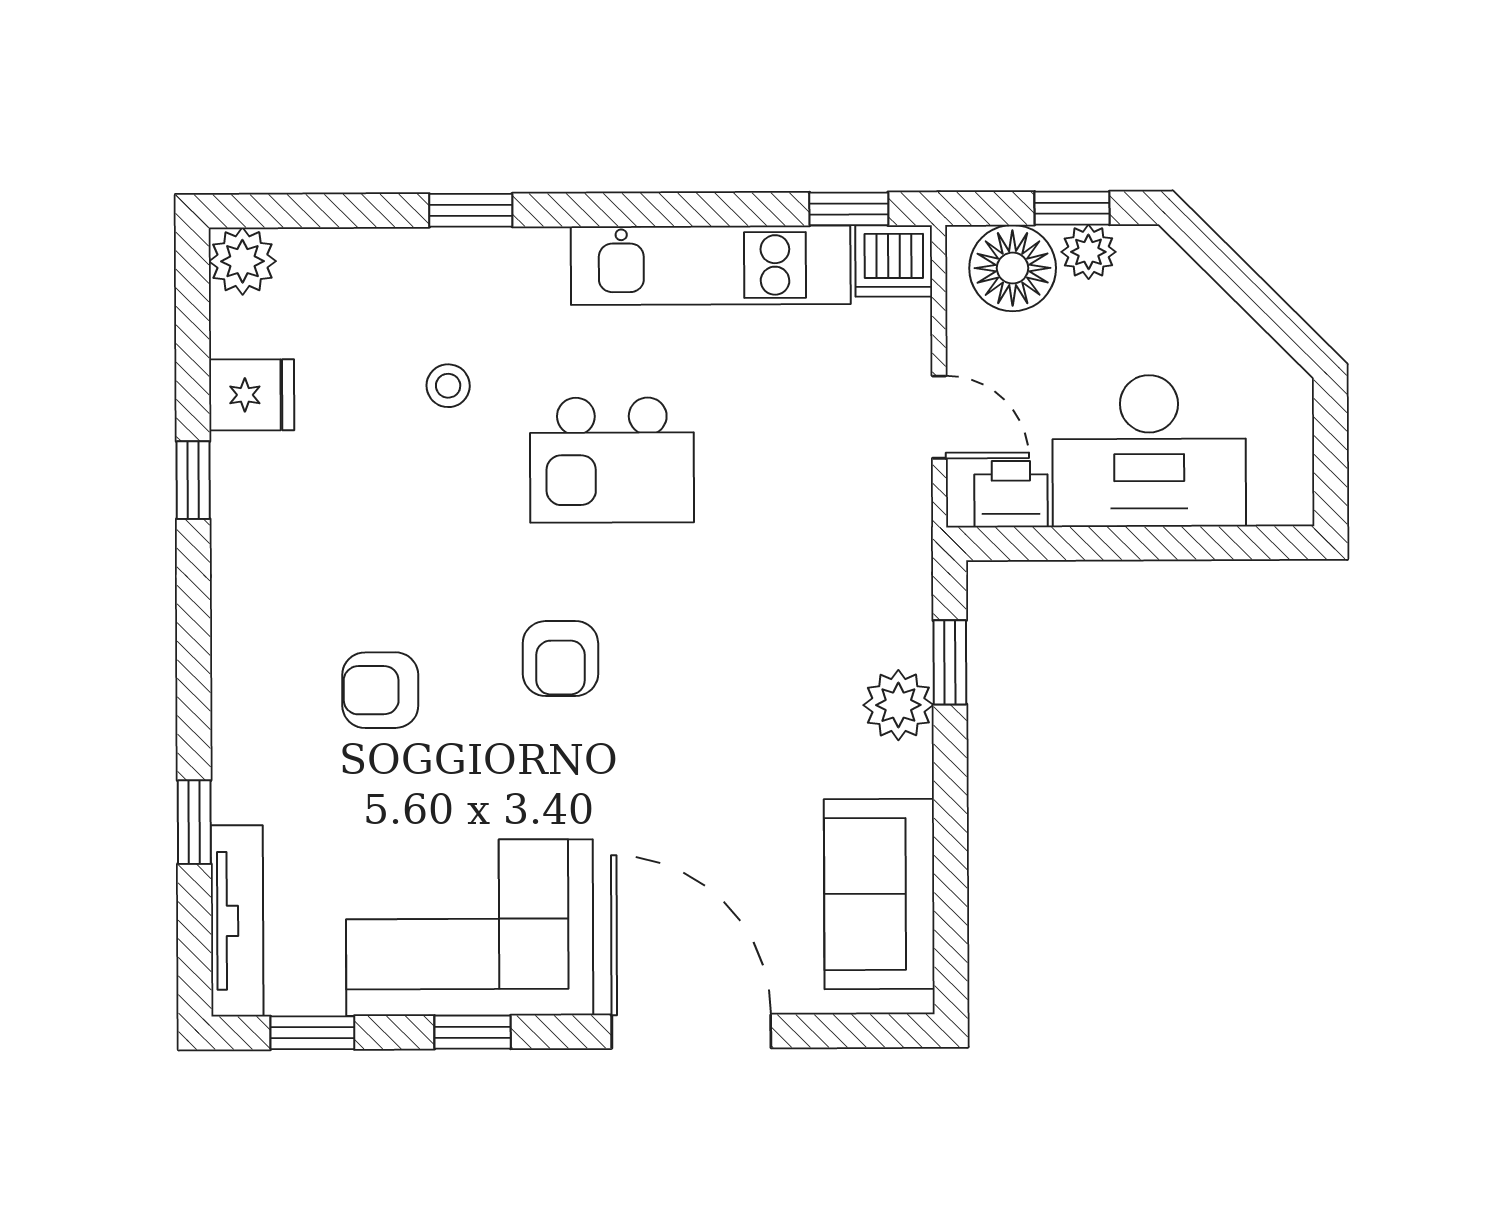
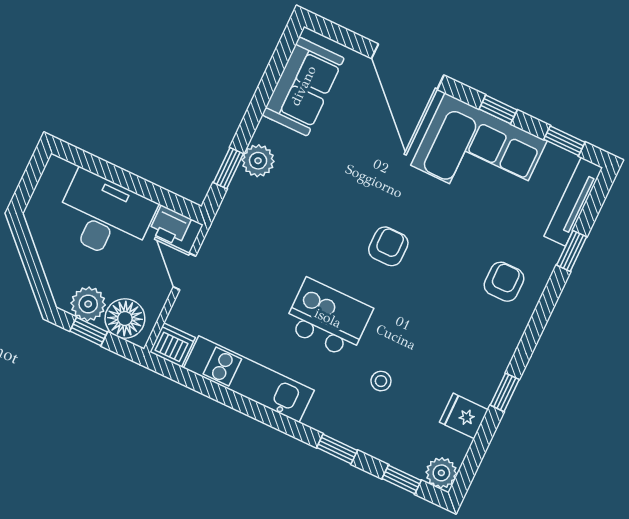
window: (849, 209) -> (402, 479), moved
plant: (1088, 252) -> (88, 304), width x1.38, depth x1.38
armchair: (380, 690) -> (504, 282), moved, turned -90

